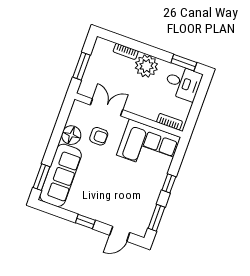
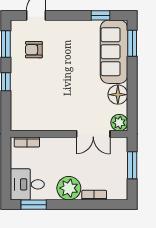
plant: (79, 109) -> (119, 123), added
armchair: (99, 136) -> (34, 50), moved
corner sofa: (149, 146) -> (39, 111), removed
window: (85, 222) -> (100, 15), moved

